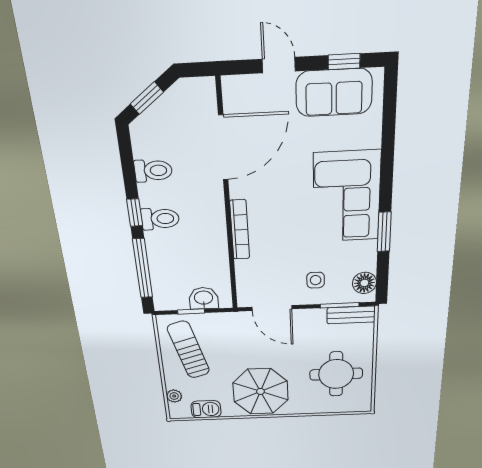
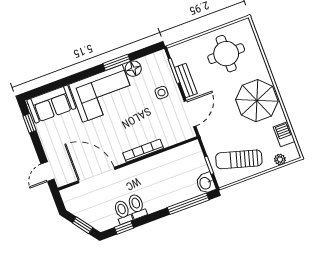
door: (279, 65) -> (48, 172), moved
sofa: (334, 93) -> (51, 104), moved, turned 90
window: (135, 213) -> (124, 228), moved
toilet: (160, 219) -> (137, 206), moved
floor lamp: (364, 283) -> (133, 69), moved
washbasin: (204, 298) -> (206, 183), moved
bench: (351, 315) -> (186, 80), moved
sun lounger: (188, 350) -> (239, 159), turned 32

